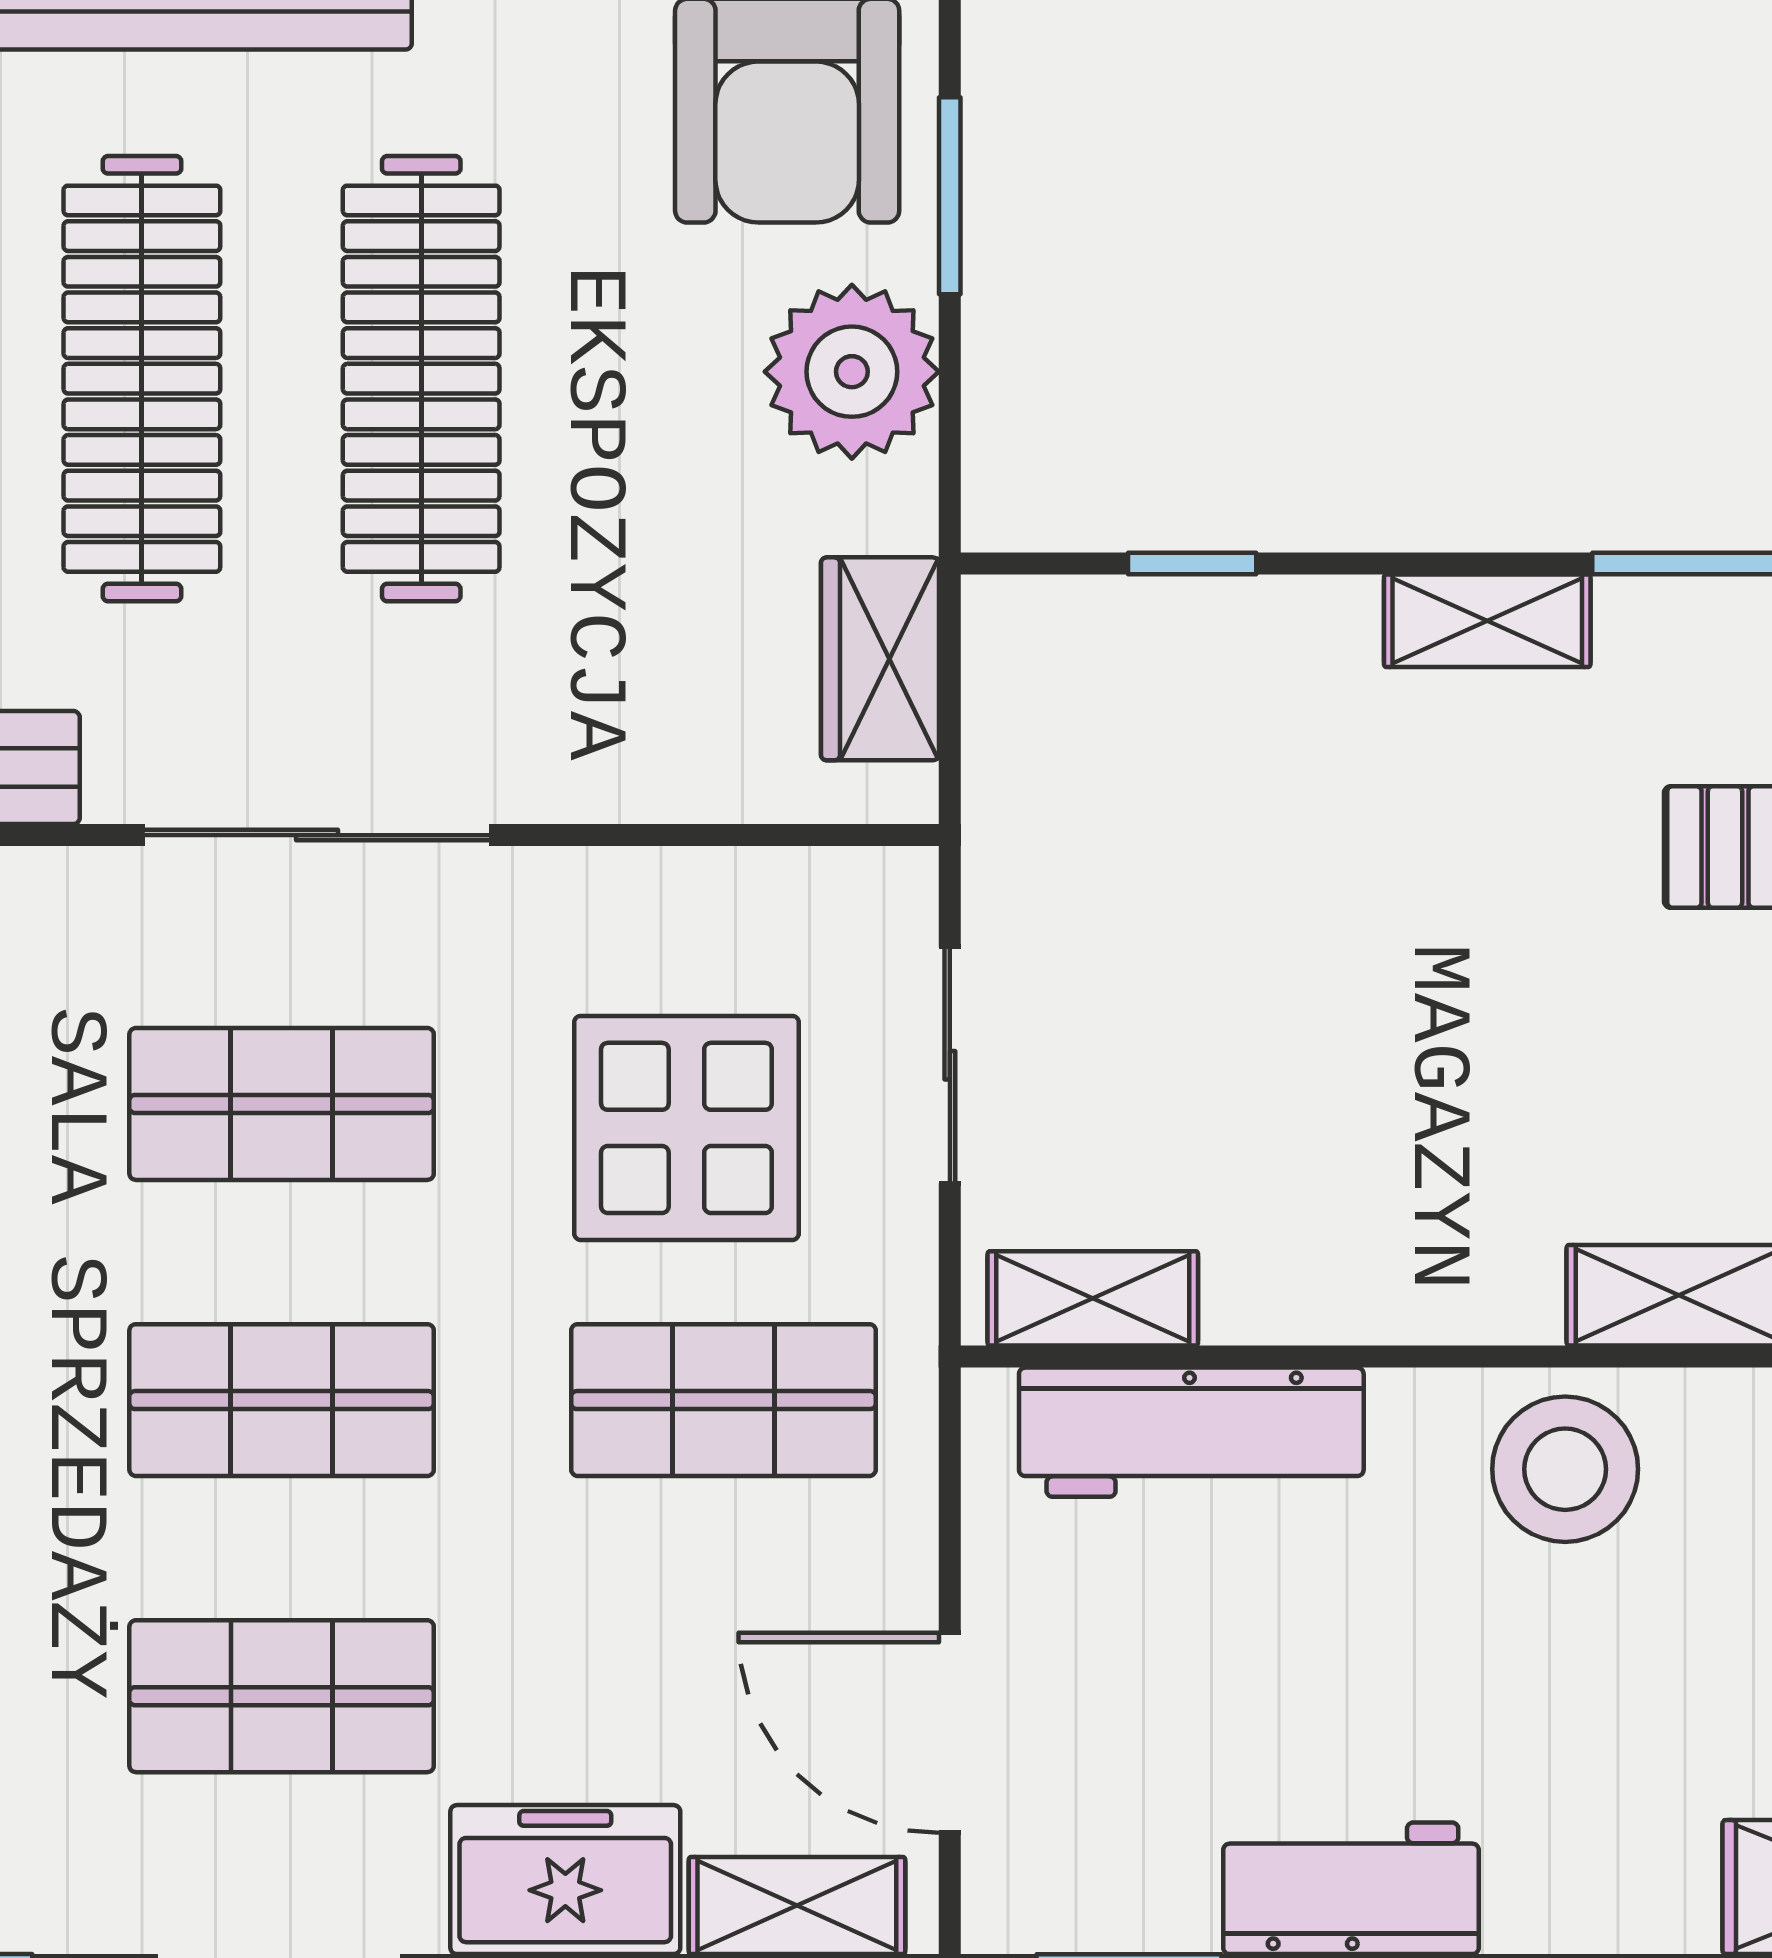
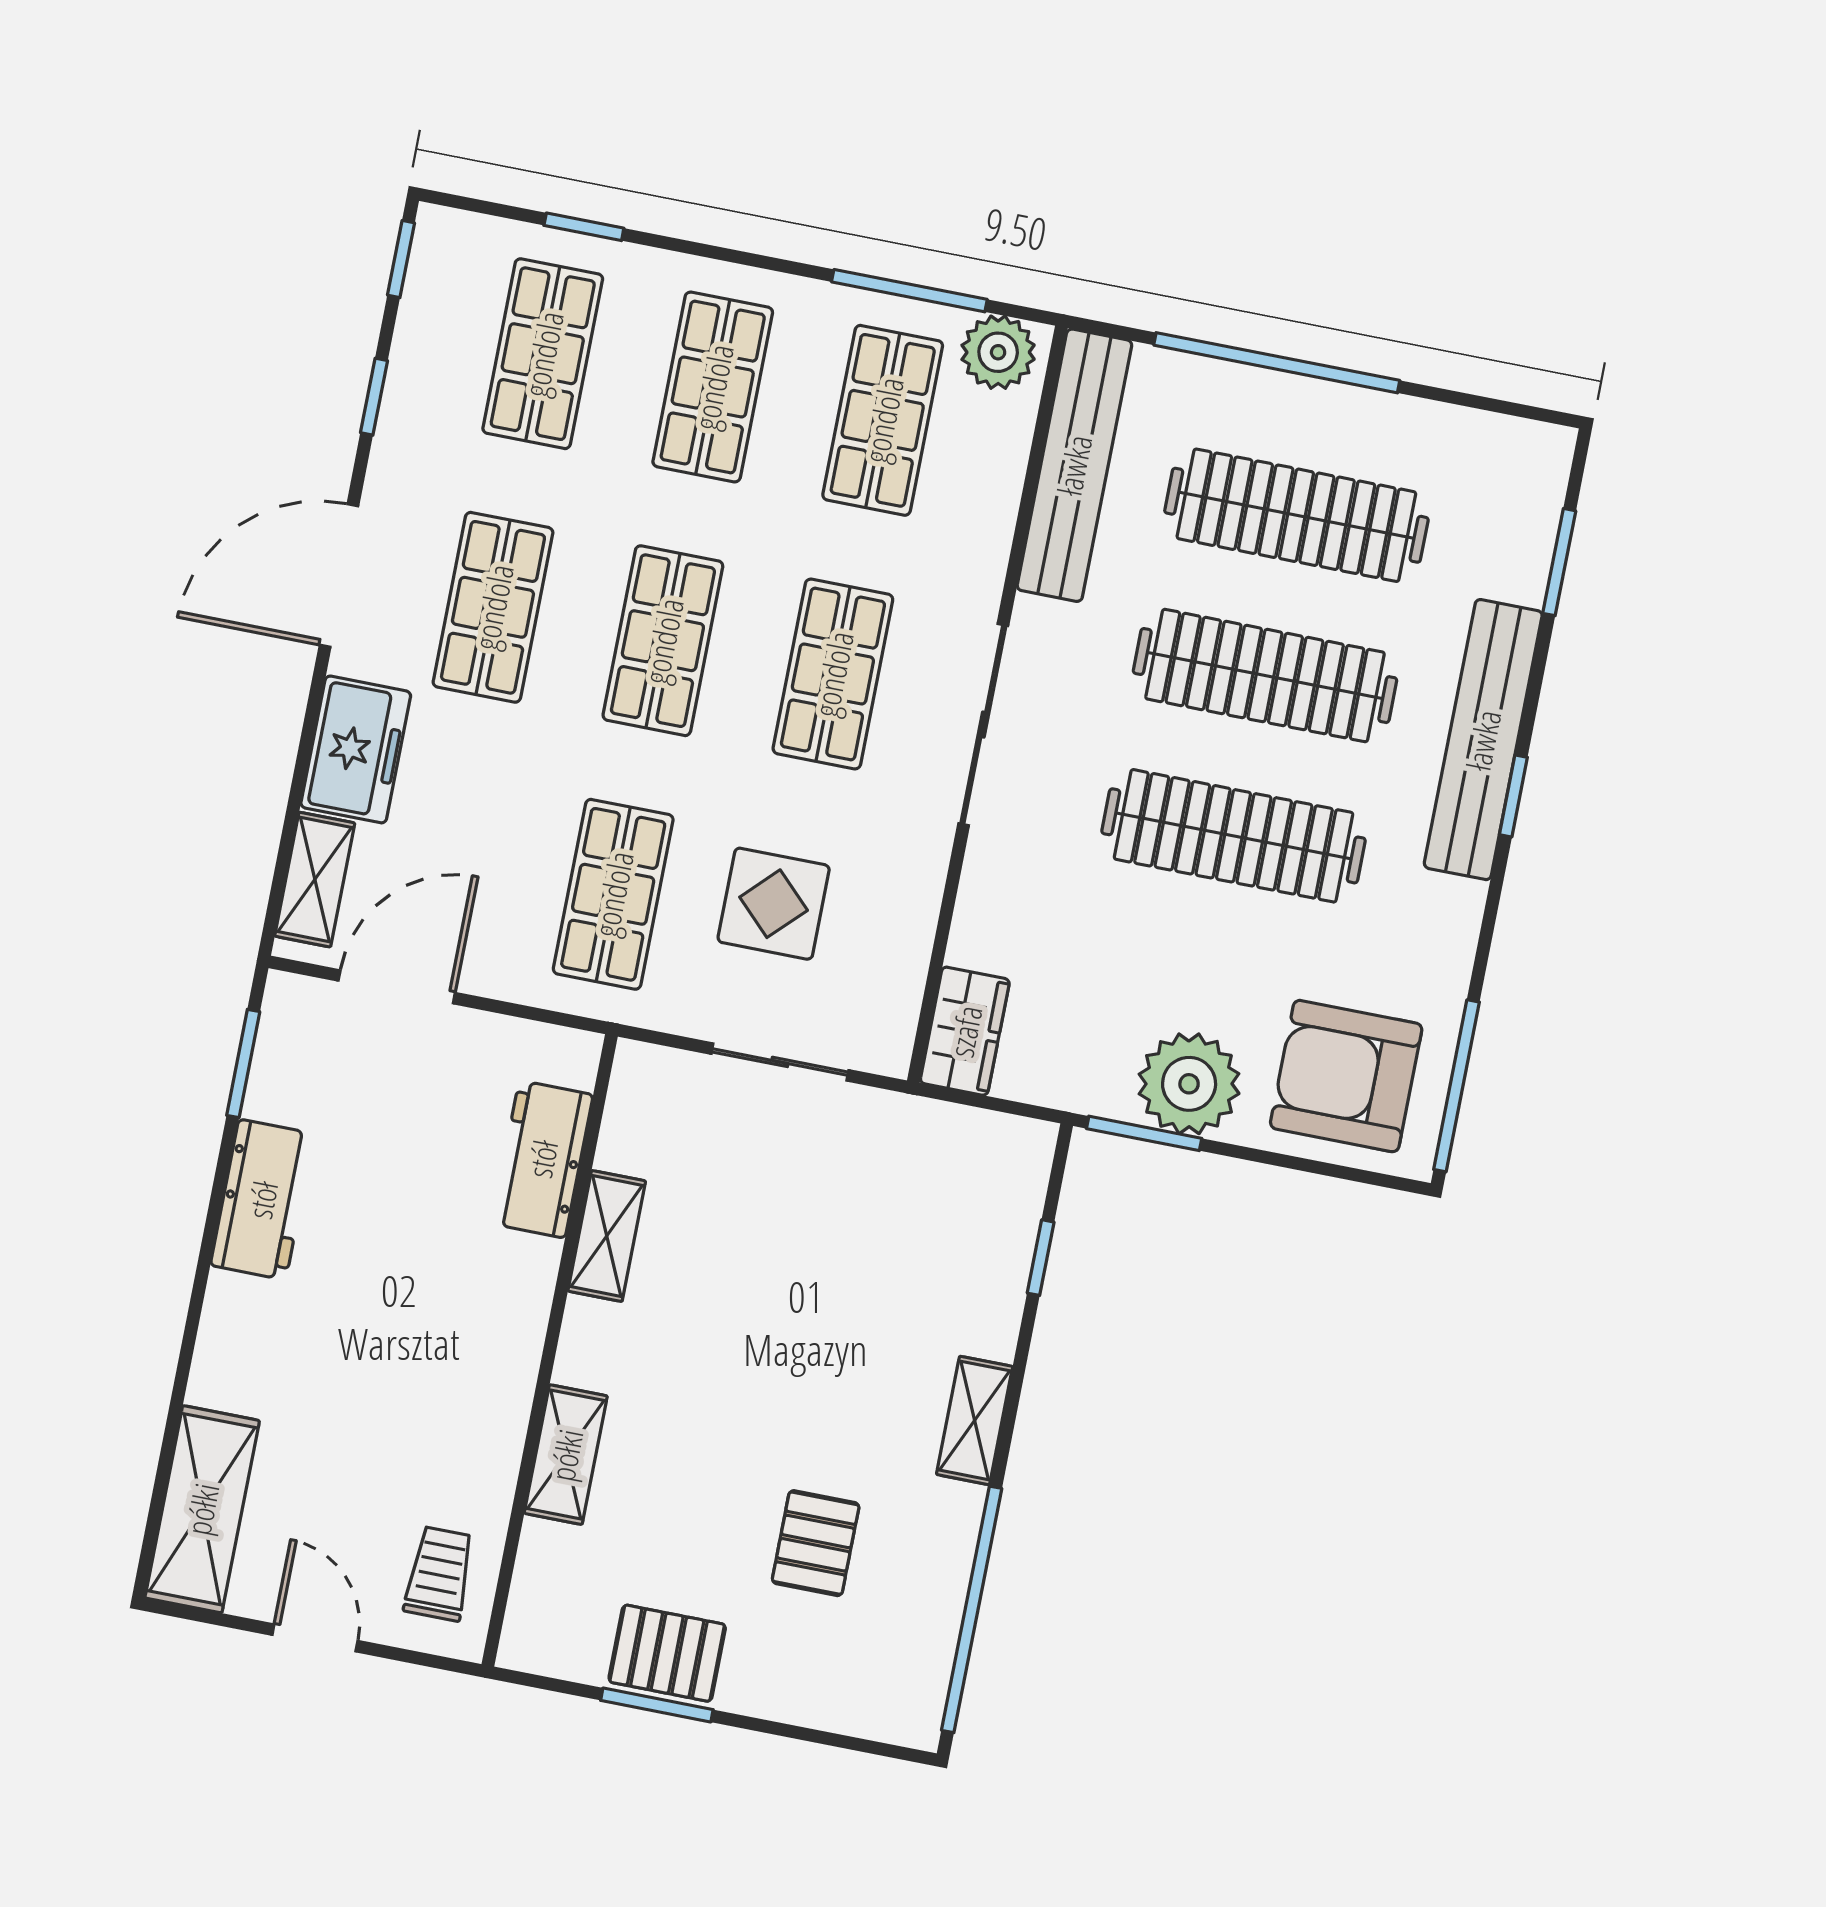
window: (950, 196) -> (1144, 1133), moved
wardrobe: (880, 659) -> (965, 1031), moved, turned 90
display table: (686, 1128) -> (774, 904), width x0.73, depth x0.73
shelving: (1093, 1298) -> (607, 1236), moved
workbench: (1191, 1432) -> (542, 1159), width x0.73
stool: (1565, 1469) -> (479, 1370), removed

